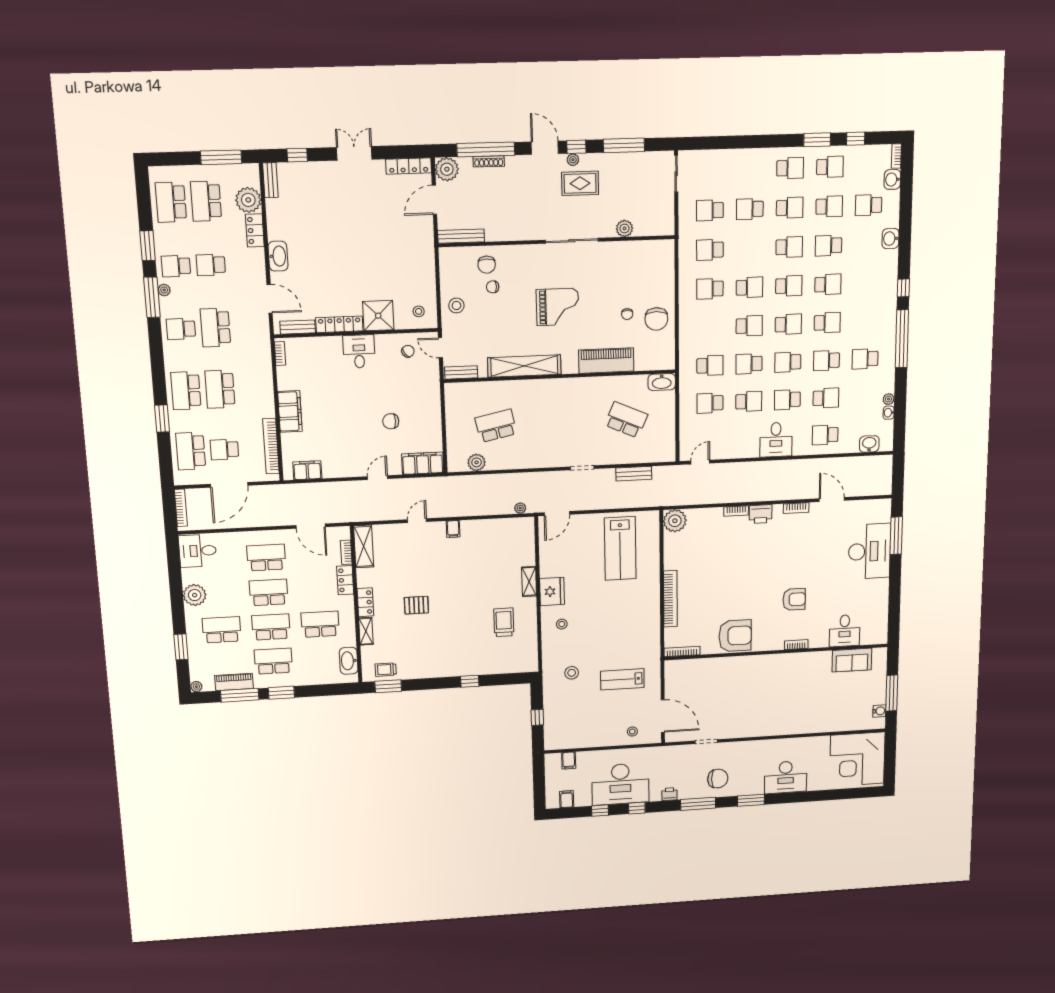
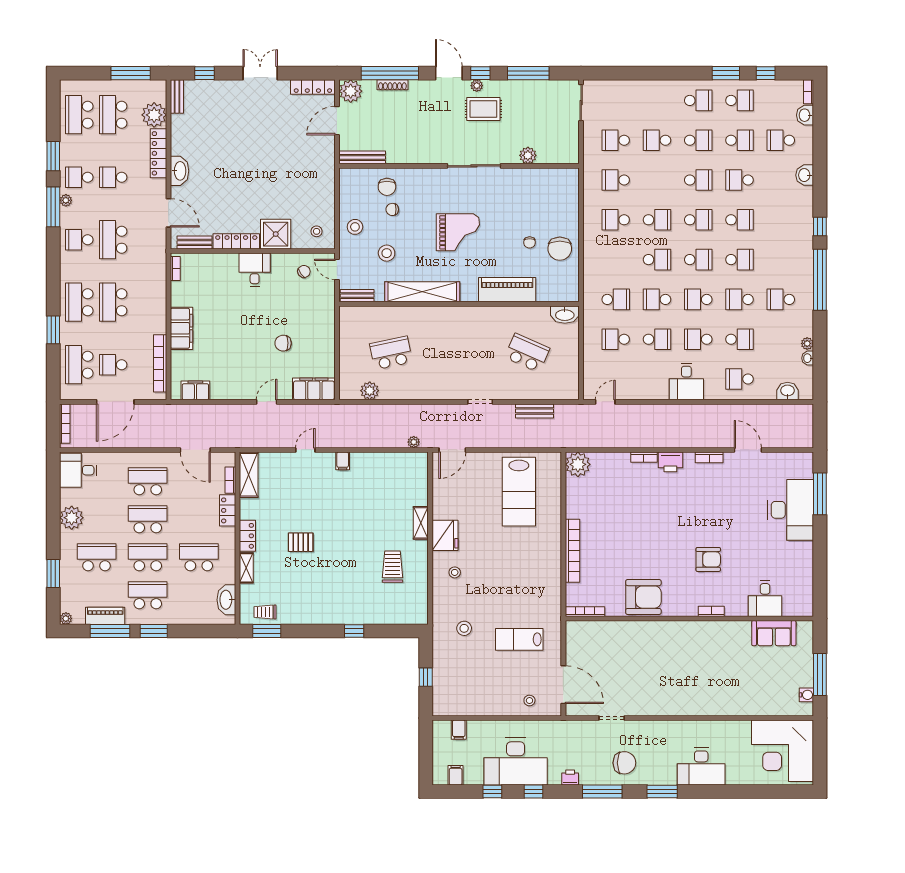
locker: (255, 230) -> (158, 153), width x1.53
stool: (488, 330) -> (387, 253), added

